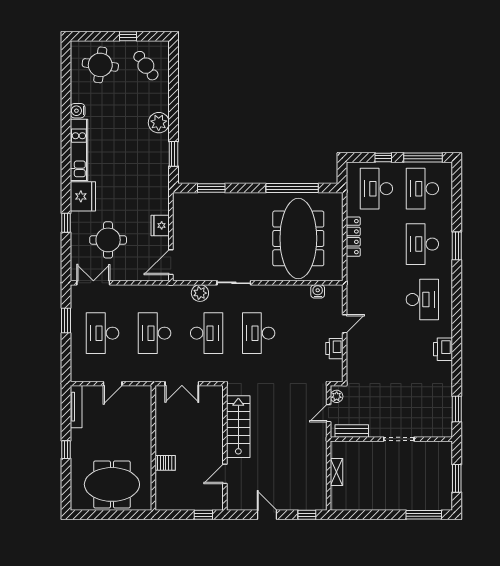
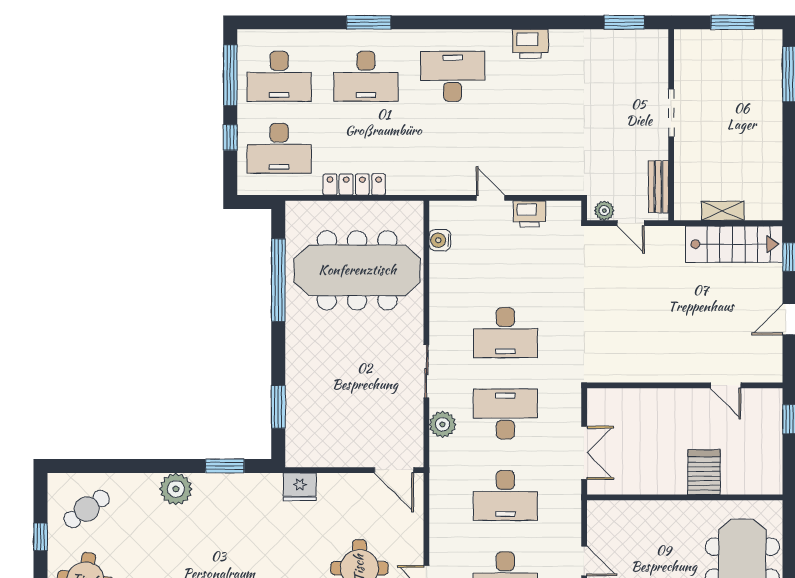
fridge: (160, 225) -> (300, 487), moved
stairs: (238, 427) -> (734, 244), moved, turned 180
server rack: (165, 463) -> (704, 472), width x1.36, depth x1.44

